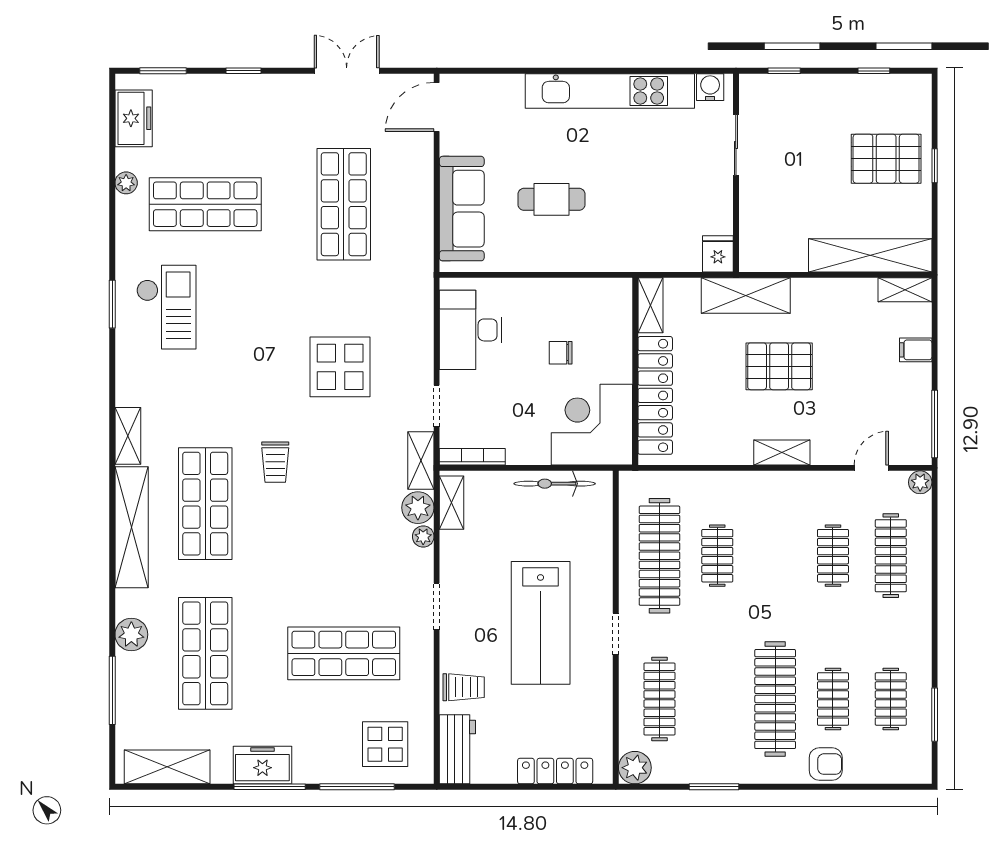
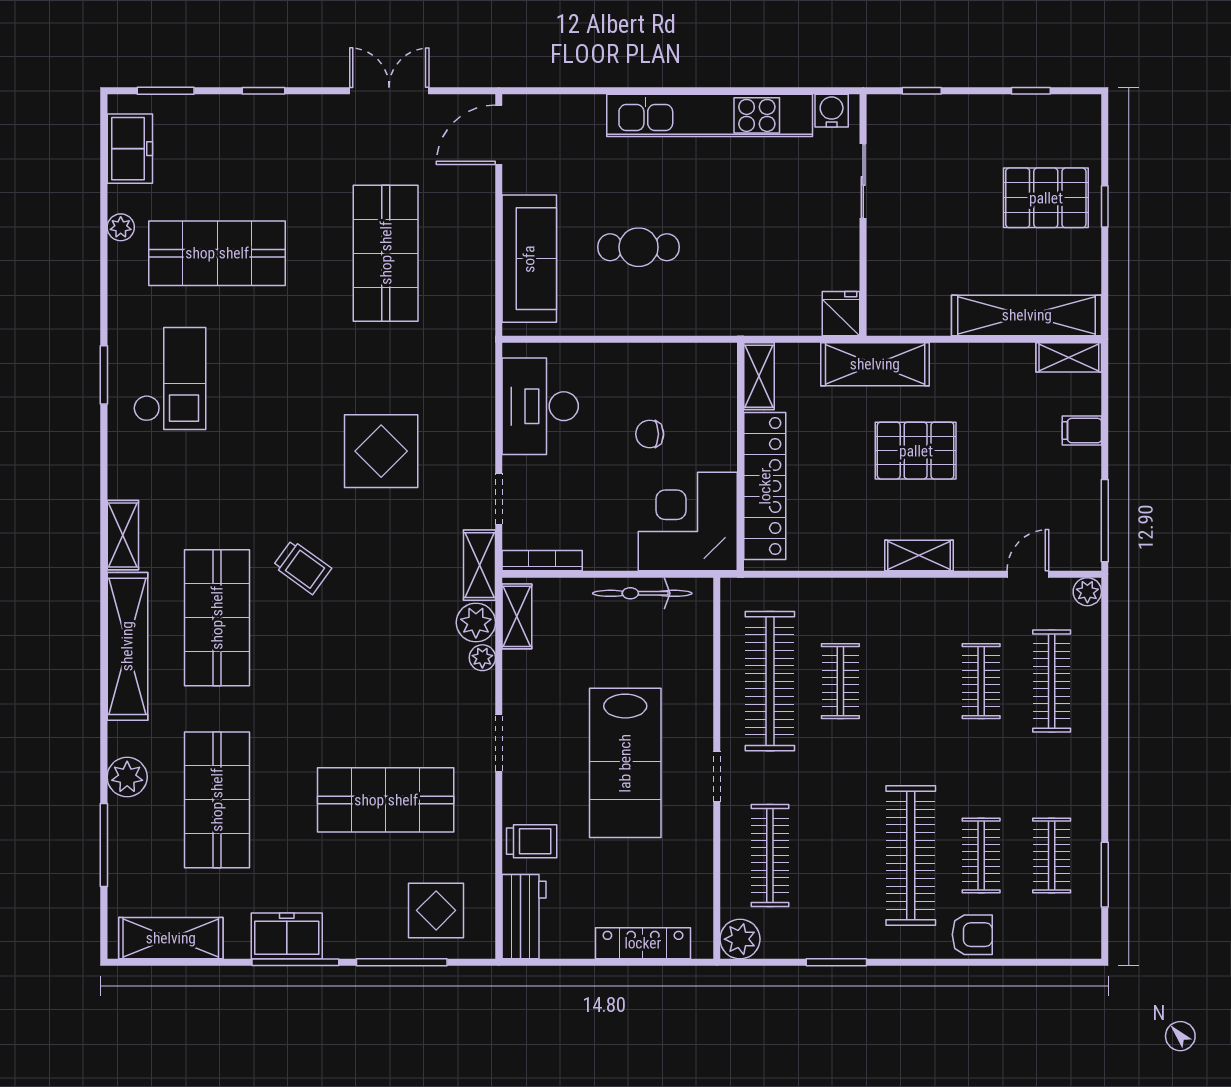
trolley: (275, 462) -> (302, 567), turned -54

